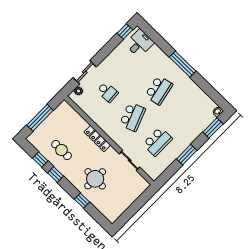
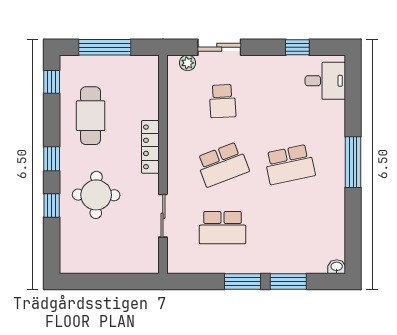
window: (125, 32) -> (297, 47), moved
window: (213, 128) -> (288, 281), moved
cafe table: (62, 150) -> (91, 116), width x1.37, depth x1.35
window: (40, 159) -> (52, 82), moved
window: (55, 175) -> (52, 159), moved

